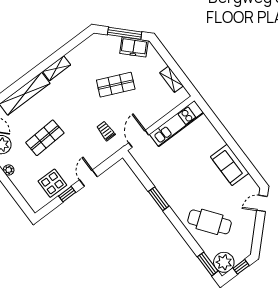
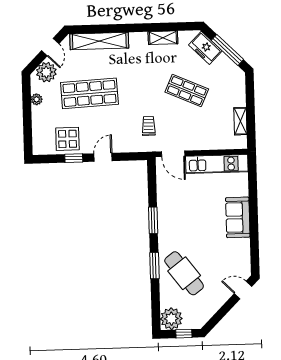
freezer: (134, 47) -> (205, 48), moved
shelving: (57, 68) -> (163, 38), moved
shop shelf: (45, 138) -> (89, 93), width x1.43, depth x1.36
door: (139, 139) -> (173, 154), swing flipped
sofa: (230, 165) -> (238, 217), moved
window: (208, 264) -> (154, 266), moved

